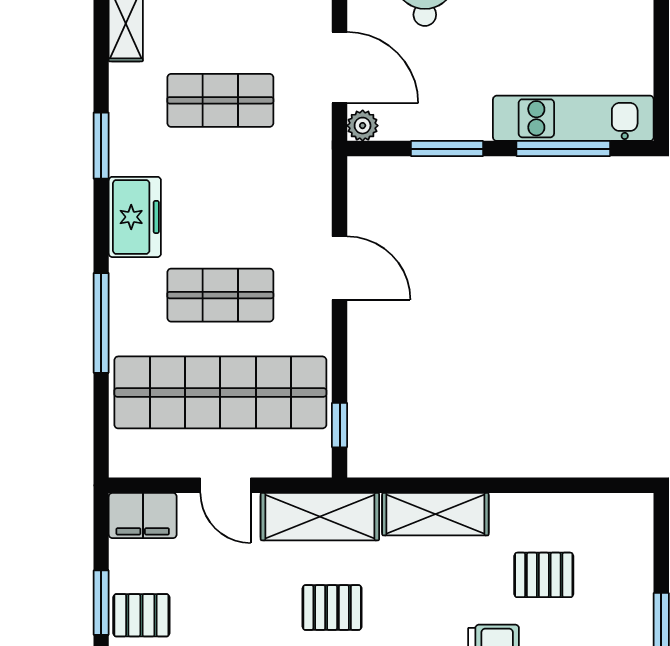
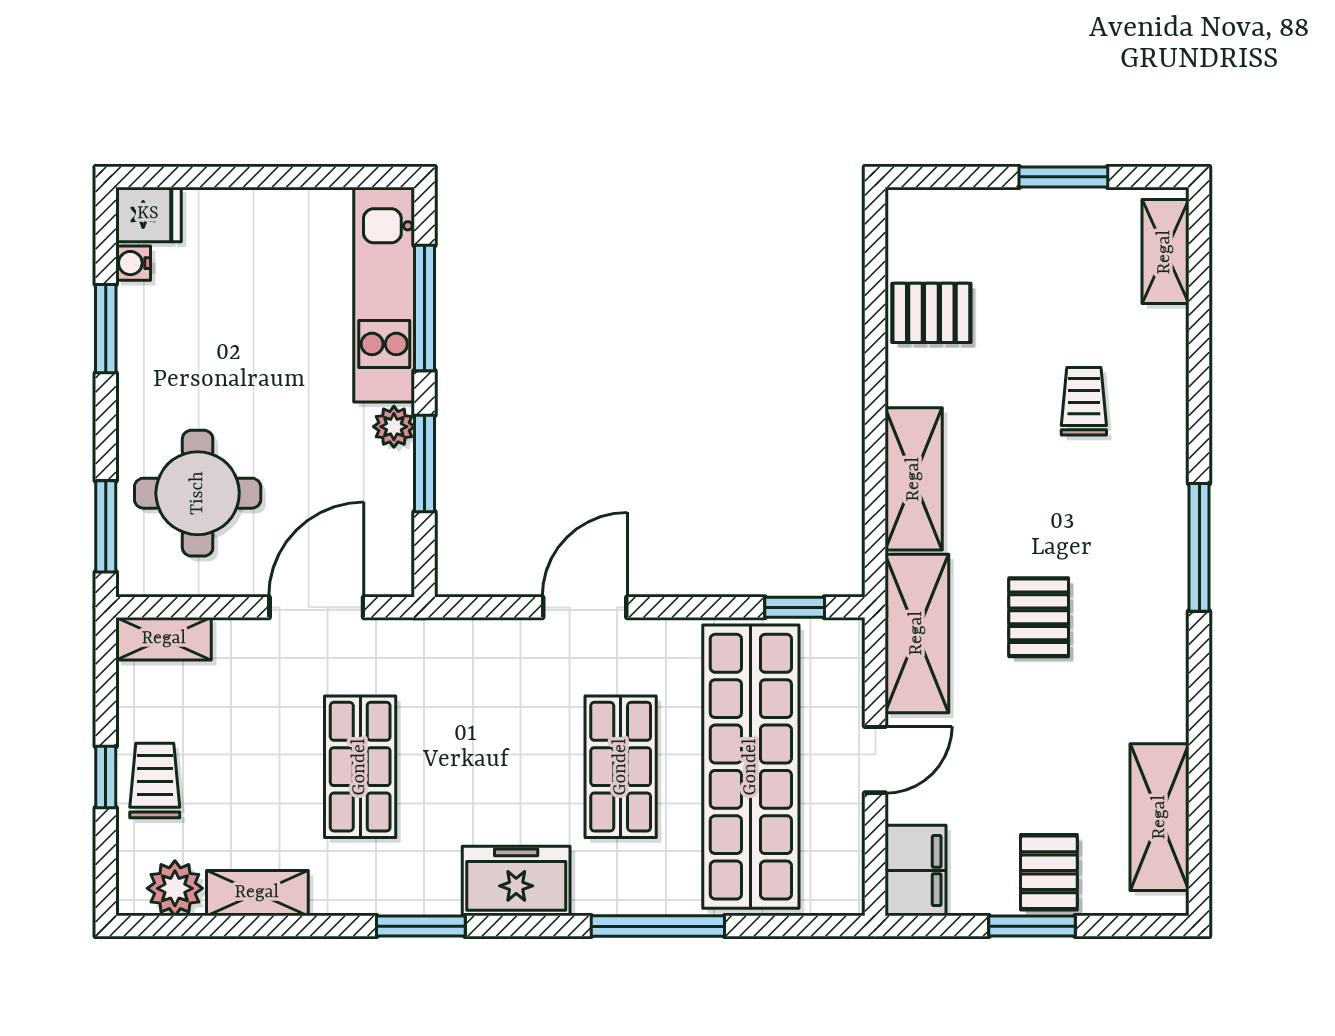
plant: (363, 126) -> (394, 427), moved
pallet: (544, 575) -> (931, 313), moved, turned 90

